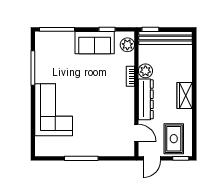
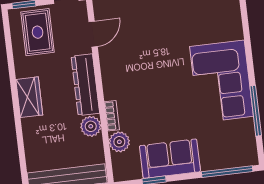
plant: (127, 45) -> (119, 142), moved
corner sofa: (54, 110) -> (221, 81), moved
door: (136, 133) -> (93, 34), swing flipped

